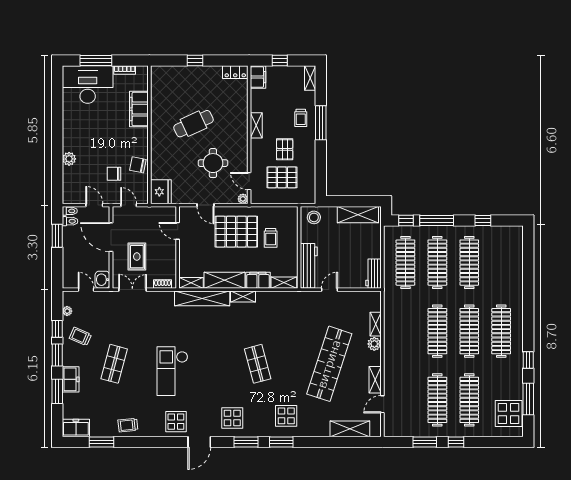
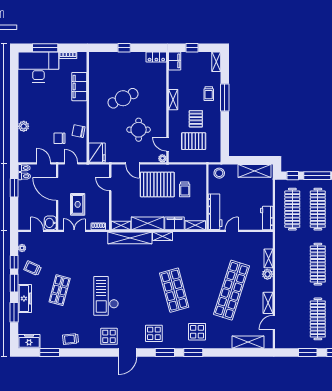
shop shelf: (258, 364) -> (174, 290), width x1.43, depth x1.36
freezer: (71, 379) -> (25, 299), width x1.40

